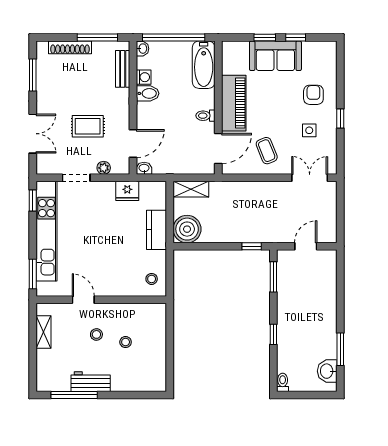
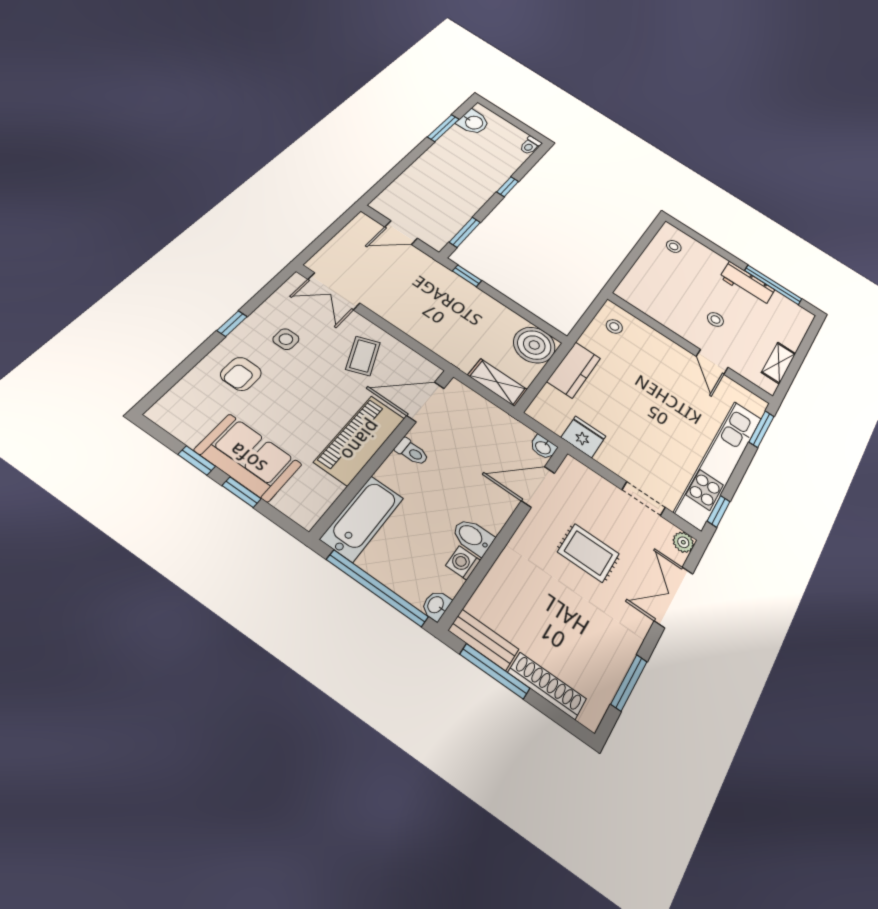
bench: (123, 69) -> (484, 640), moved, turned 90
plant: (104, 168) -> (683, 542), moved
stool: (126, 342) -> (674, 246), moved

